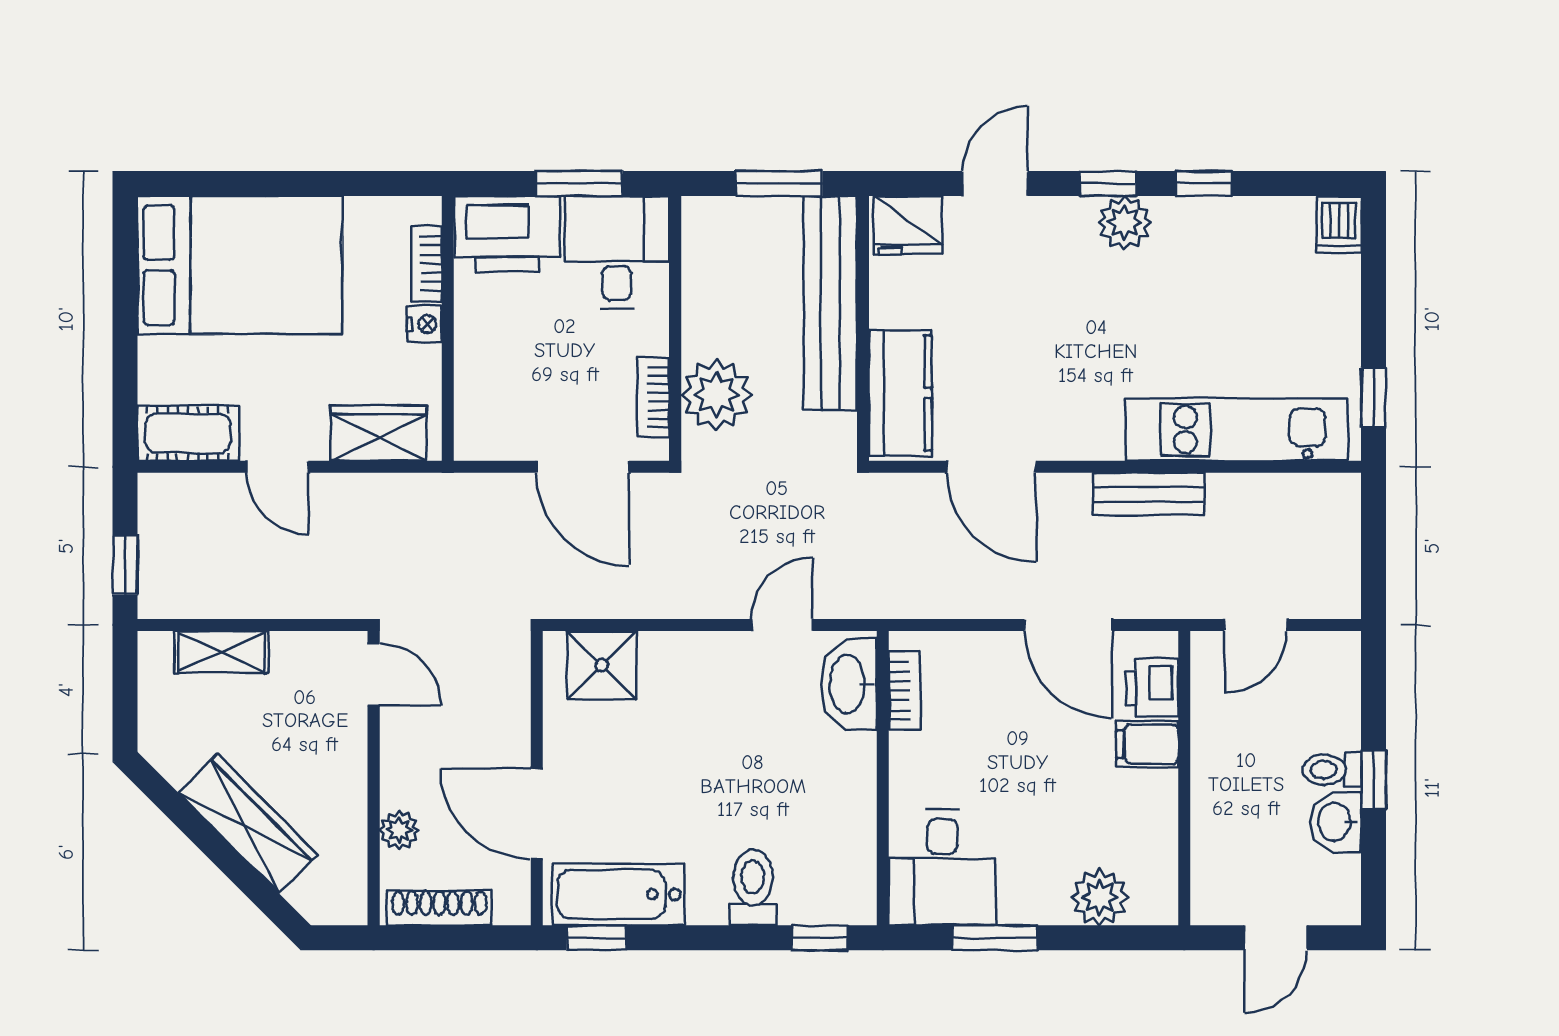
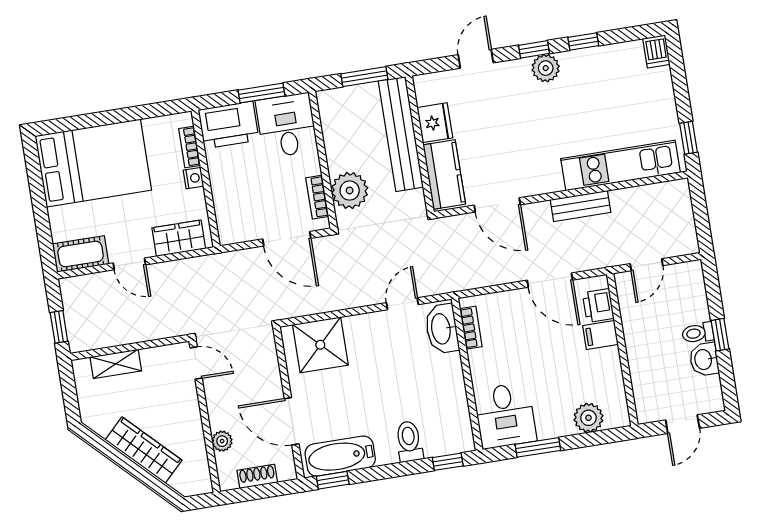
fridge: (908, 225) -> (435, 123), moved, turned -90
shower: (602, 665) -> (320, 345), width x1.36, depth x1.36
shoe rack: (439, 908) -> (257, 476), width x0.70

